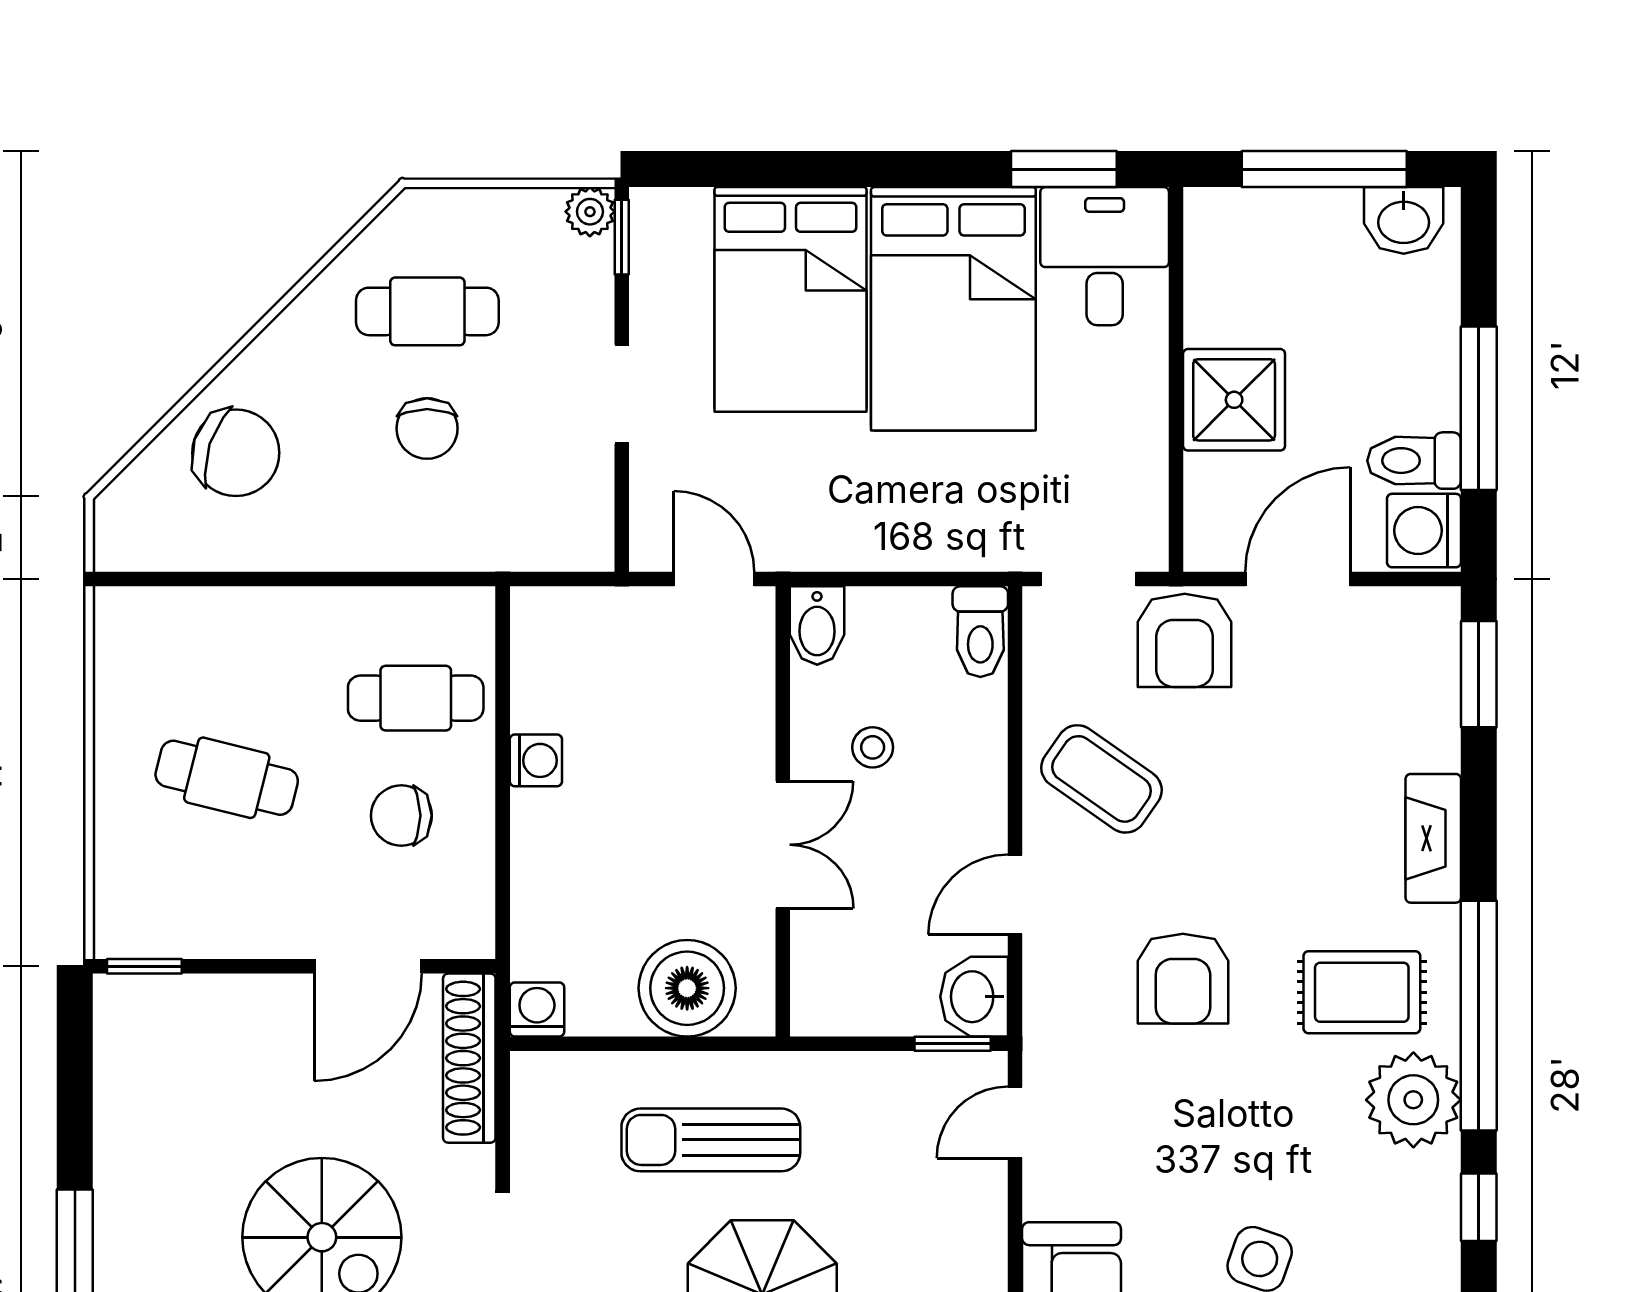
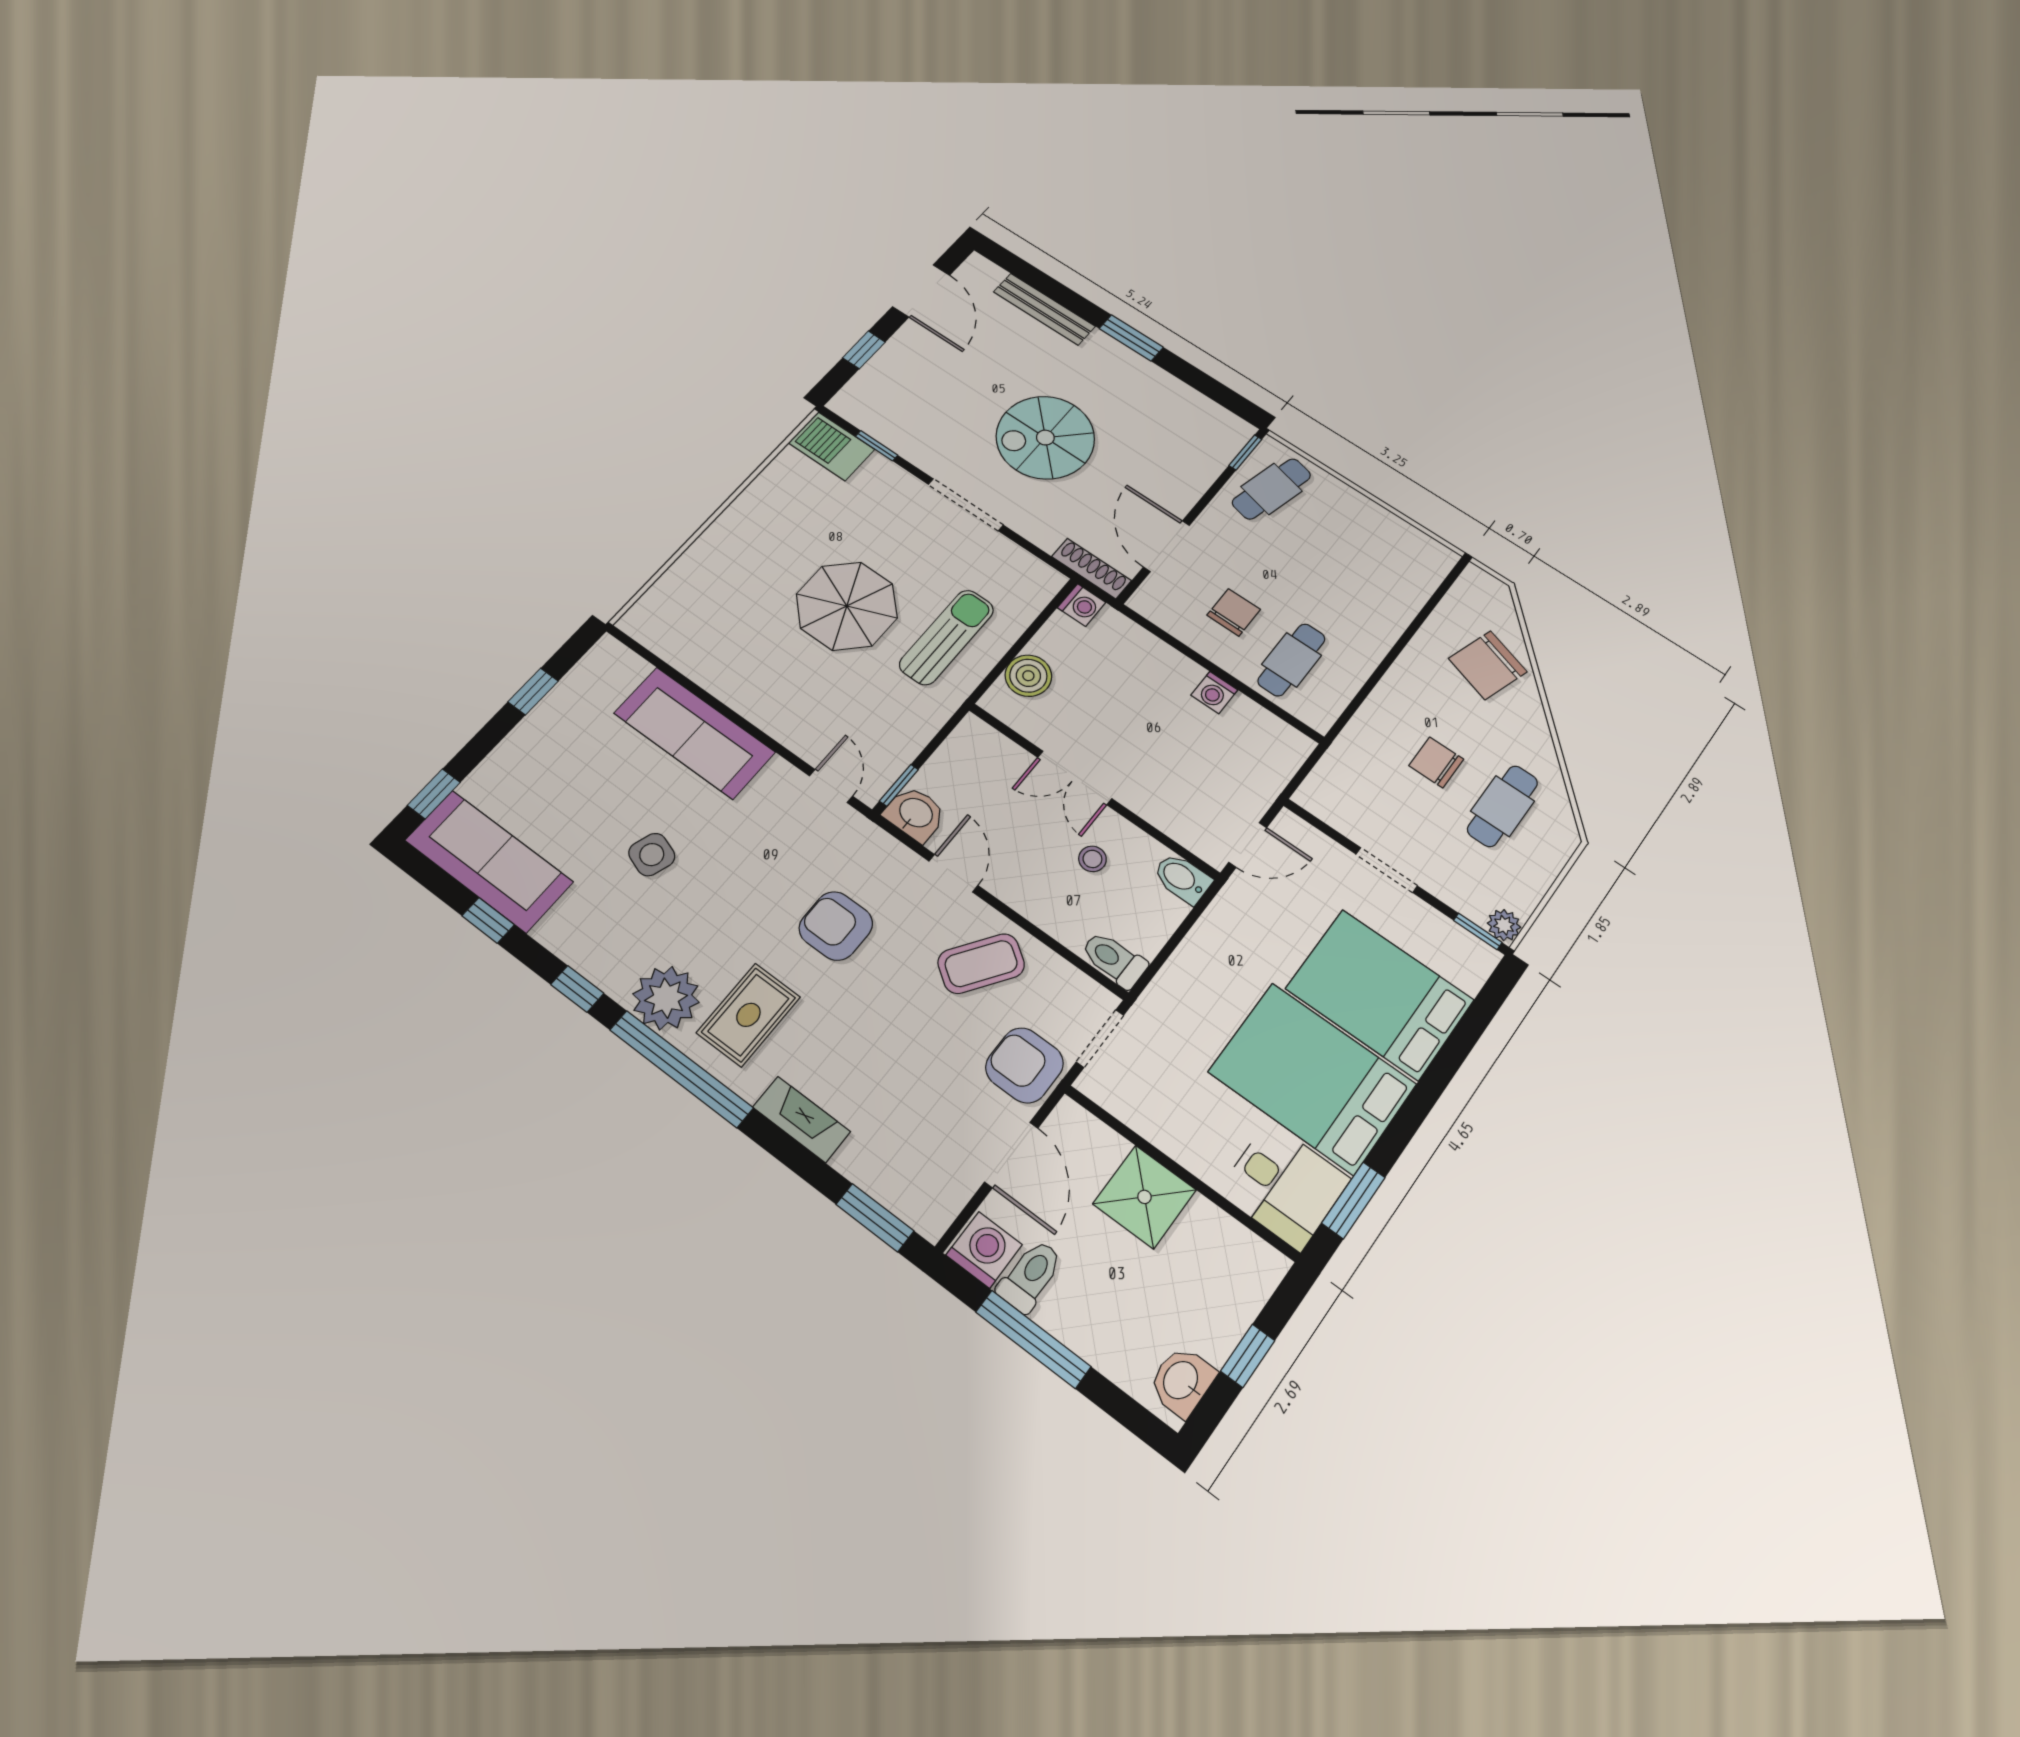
window: (1324, 169) -> (1248, 1356), width x0.46
cafe table: (227, 778) -> (1271, 489), moved
boiler: (687, 988) -> (1028, 676), width x0.73, depth x0.73
shoe rack: (469, 1058) -> (1091, 569), width x0.74, depth x0.81

